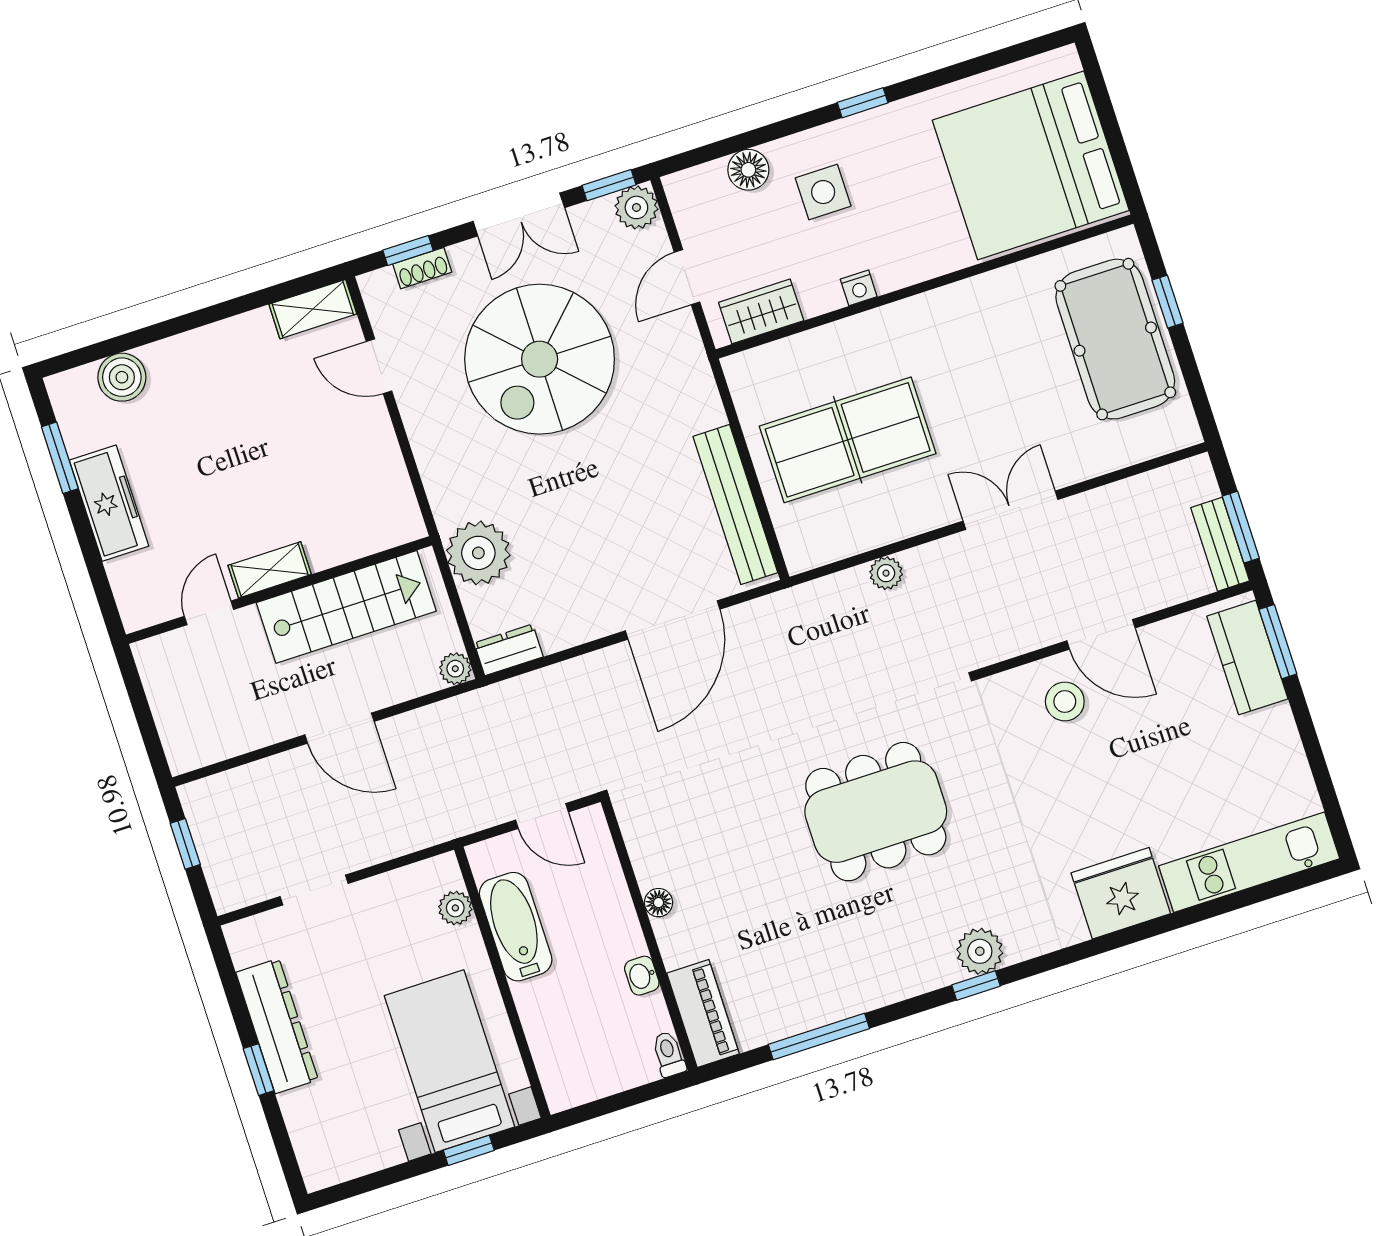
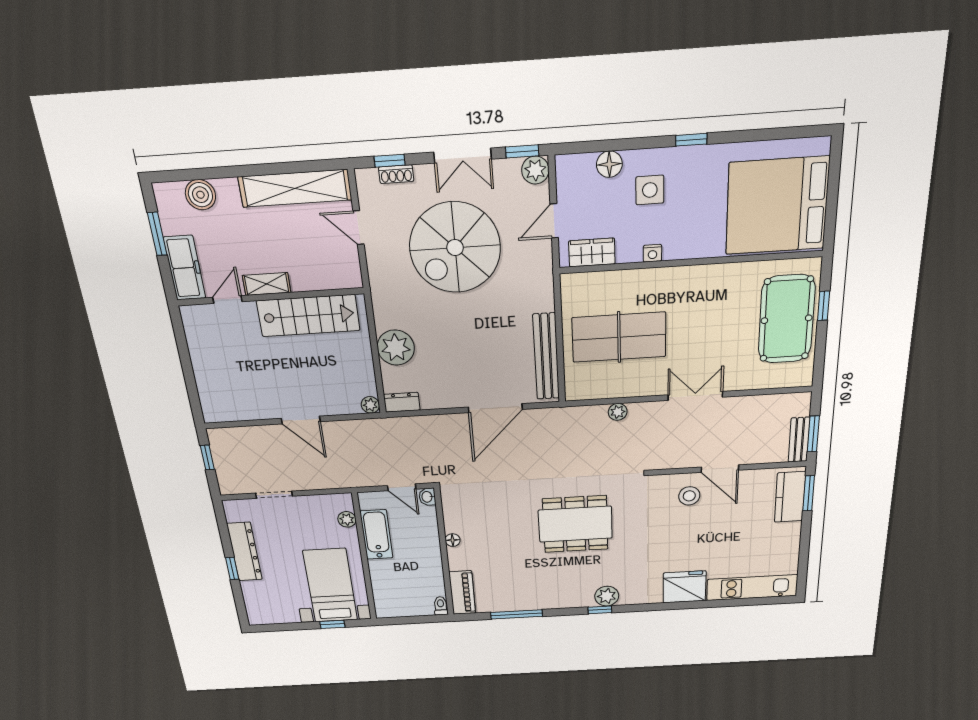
shelving: (313, 309) -> (295, 188), width x2.20, depth x1.33
shelving: (270, 570) -> (267, 284), moved
wall: (279, 590) -> (270, 297), moved
stairs: (346, 607) -> (308, 316), moved
door: (209, 613) -> (227, 300), moved
washbasin: (642, 976) -> (427, 497), moved

